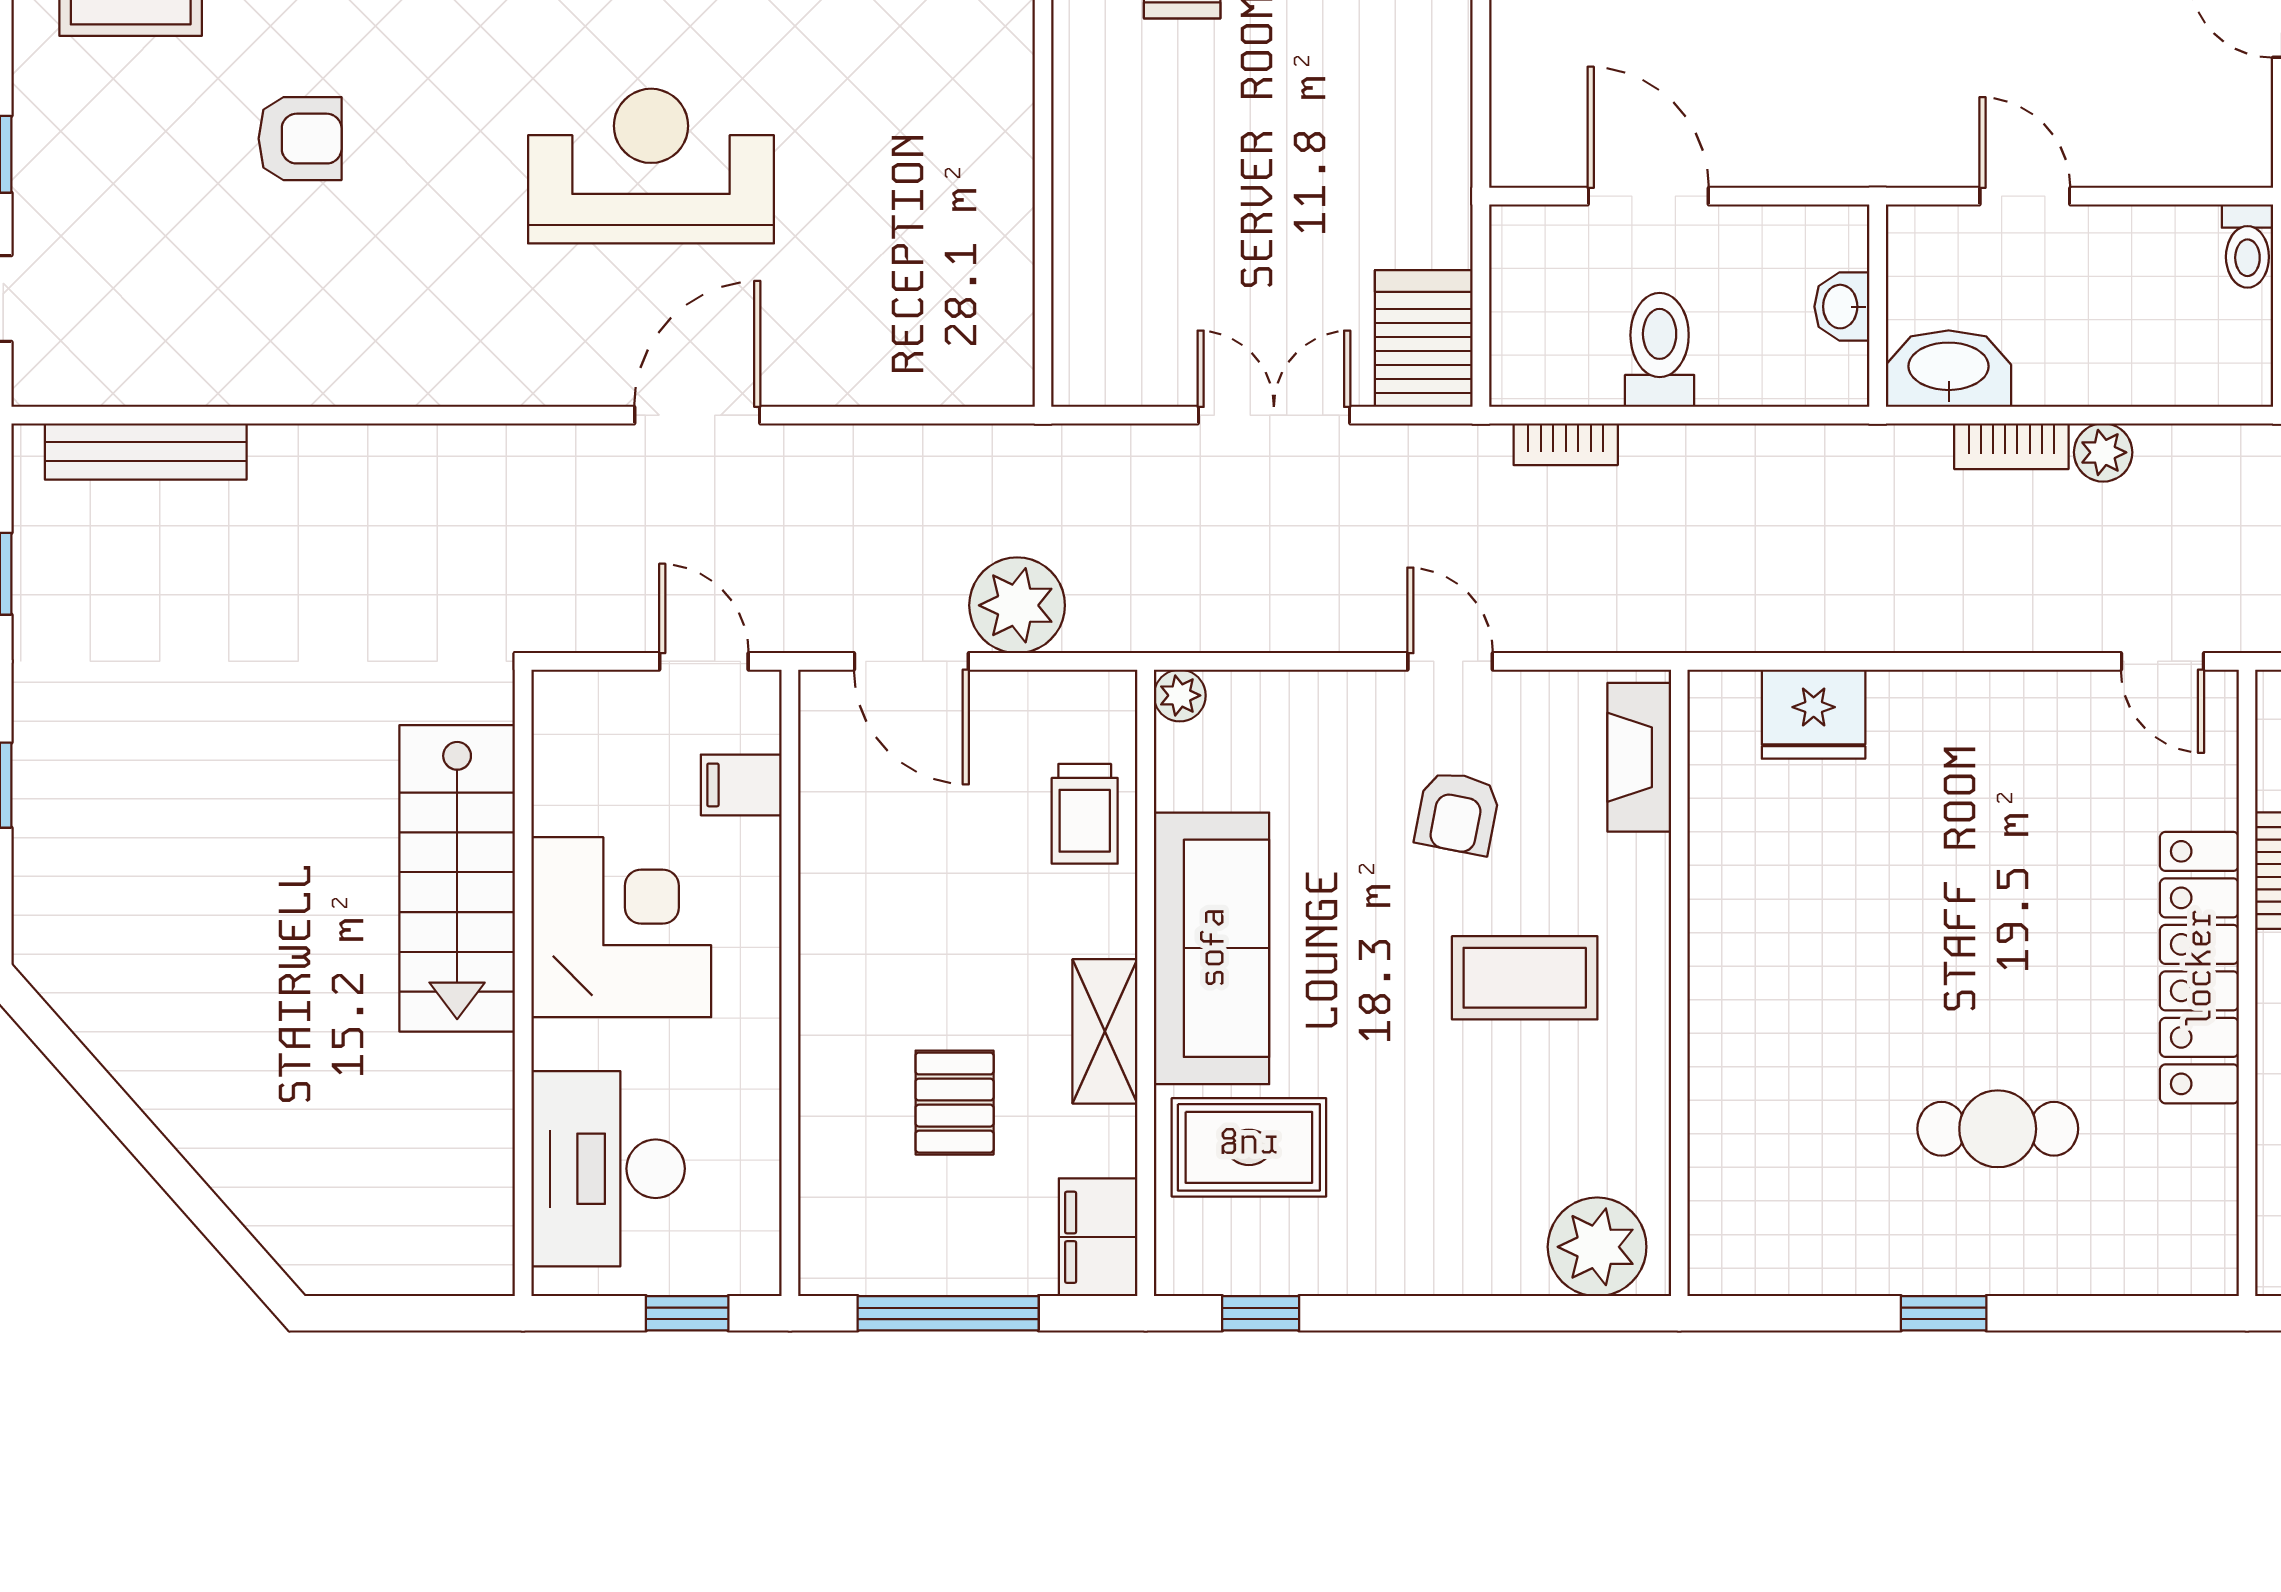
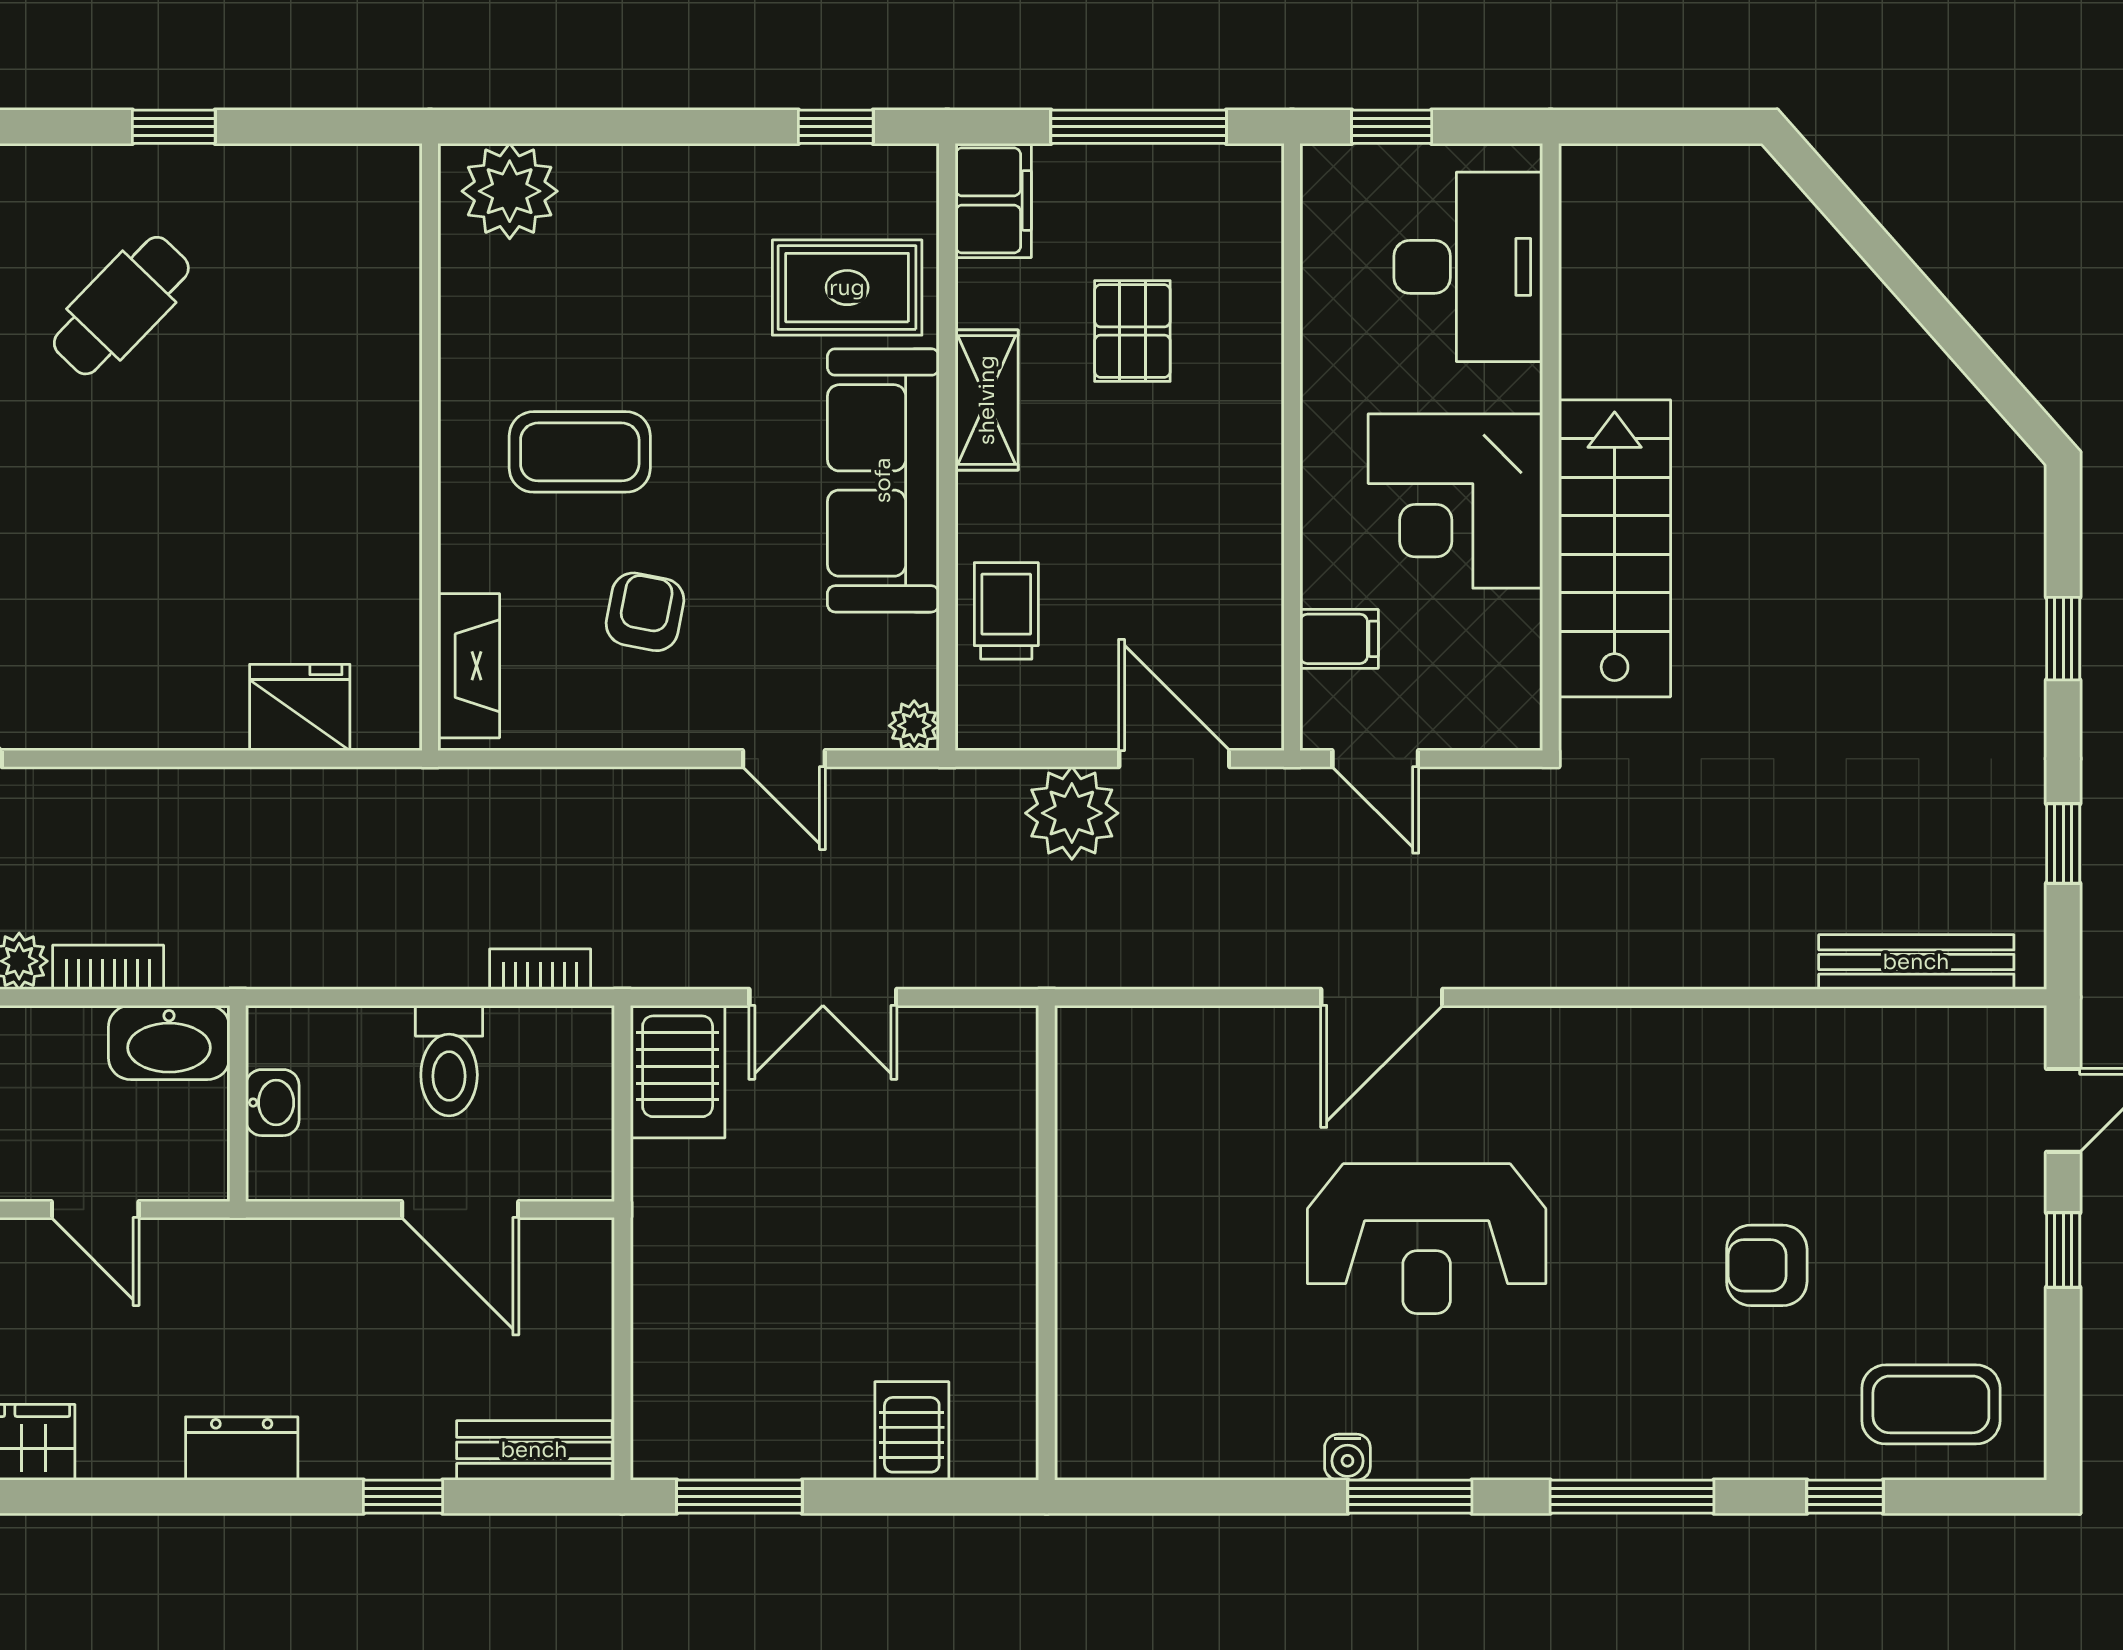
door: (1450, 661) -> (784, 759), moved
cafe table: (1998, 1129) -> (121, 306), turned -46

